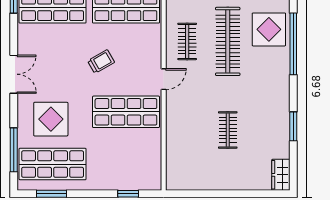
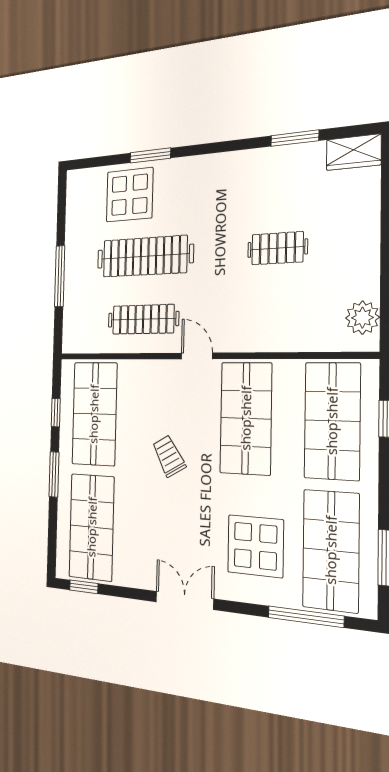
clothes rail: (187, 41) -> (143, 319), width x1.36
window: (293, 44) -> (150, 155), width x0.47
window: (293, 126) -> (295, 138), moved
shop shelf: (126, 164) -> (332, 421), added
plant: (185, 181) -> (362, 318), added

